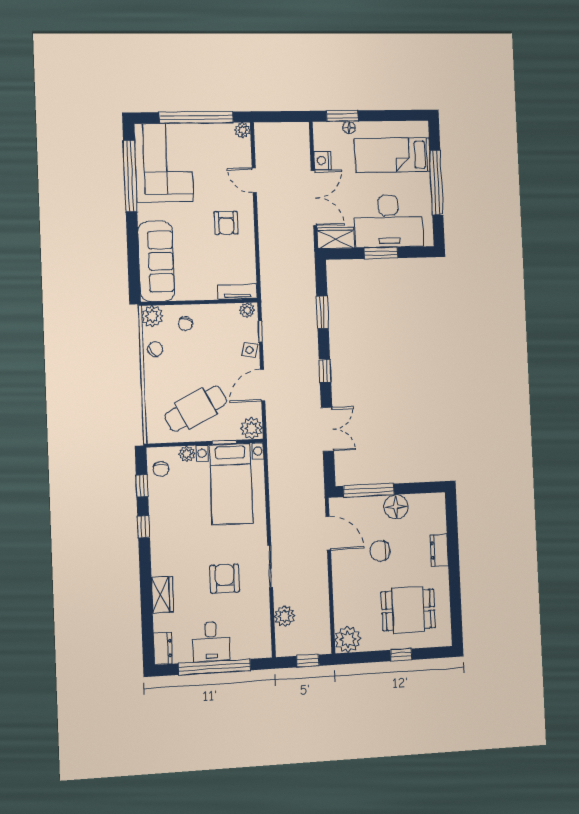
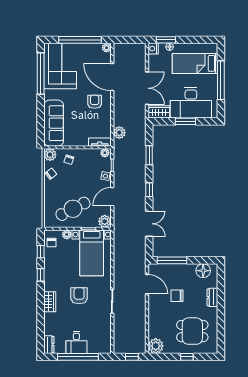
nightstand: (323, 160) -> (153, 49), moved
door: (254, 180) -> (112, 77), width x1.88
armchair: (226, 223) -> (95, 102), turned 180
floor lamp: (396, 507) -> (203, 271), moved
armchair: (225, 579) -> (79, 296), moved
wardrobe: (162, 595) -> (50, 302), moved
plant: (284, 616) -> (119, 133), moved

